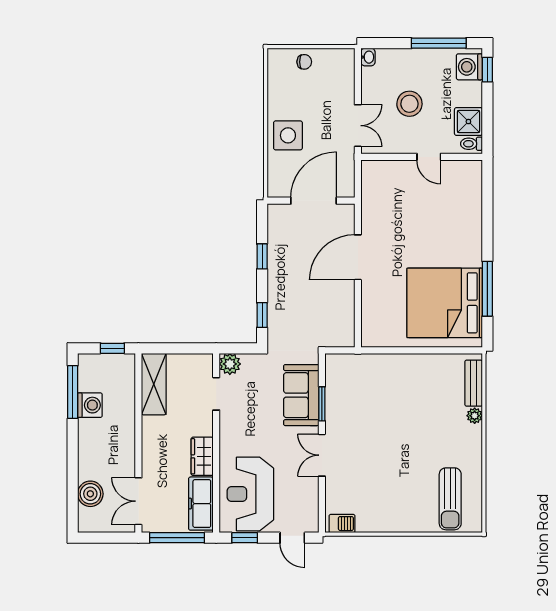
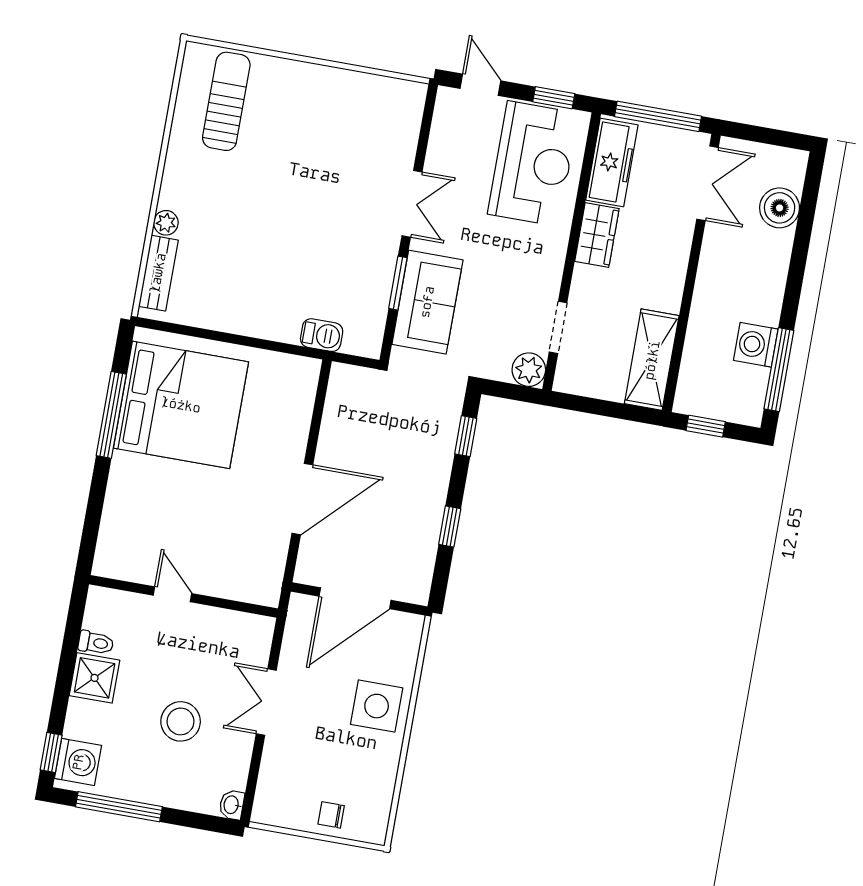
wall: (422, 157) -> (184, 596), moved
door: (429, 157) -> (172, 594), moved
barbecue: (342, 524) -> (322, 335), moved, turned 180

